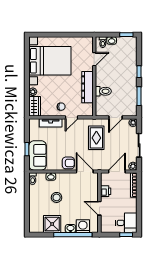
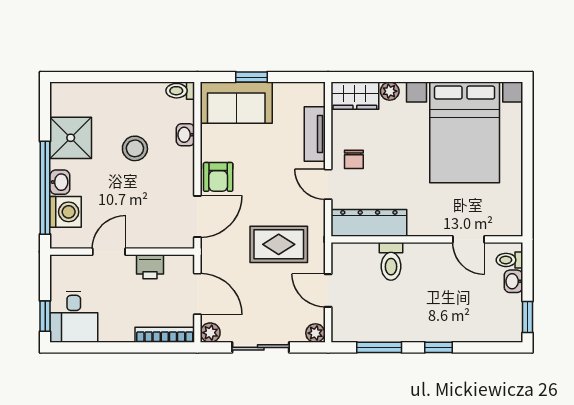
dresser: (87, 87) -> (369, 223), moved

